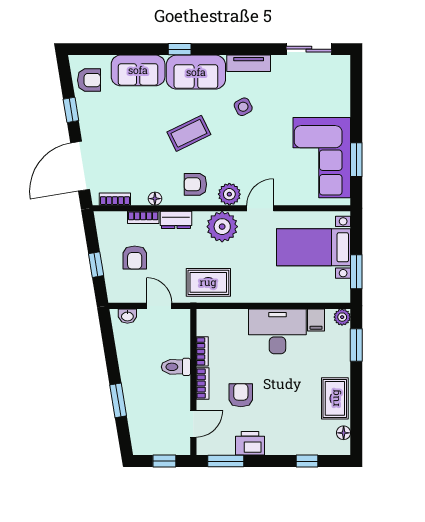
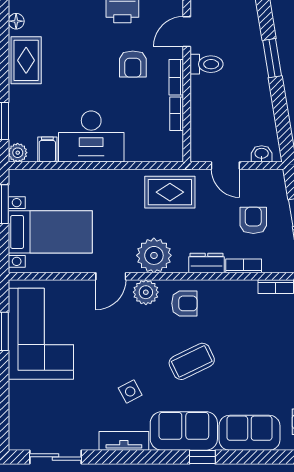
floor lamp: (155, 199) -> (230, 287), removed
toilet: (176, 367) -> (207, 64), moved

